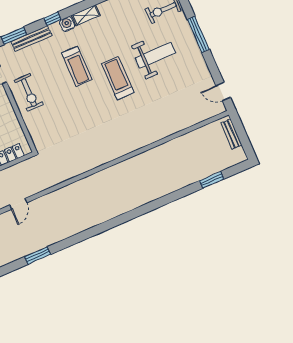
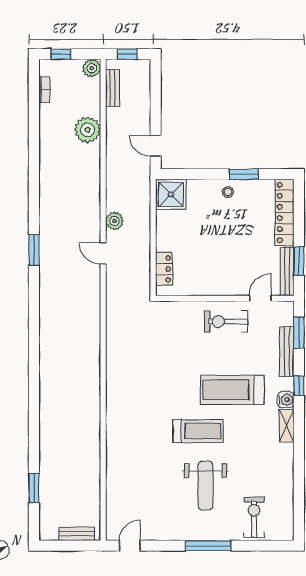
treadmill: (77, 66) -> (232, 390), width x1.37, depth x1.38

